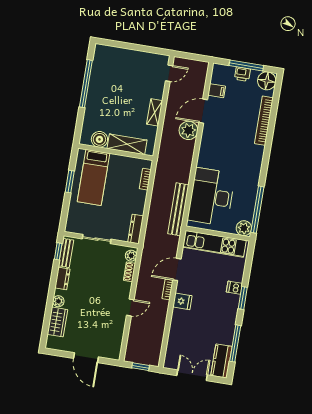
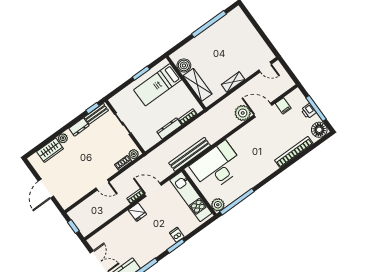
dresser: (136, 229) -> (169, 128), moved

